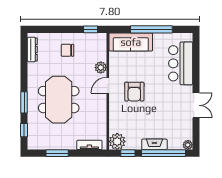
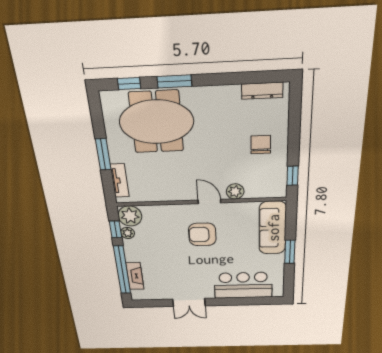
window: (151, 29) -> (290, 252), width x0.47
meeting table: (59, 100) -> (156, 122), moved
fireplace: (154, 144) -> (135, 276), moved
plant: (188, 145) -> (128, 233), moved
window: (57, 153) -> (103, 154), moved

